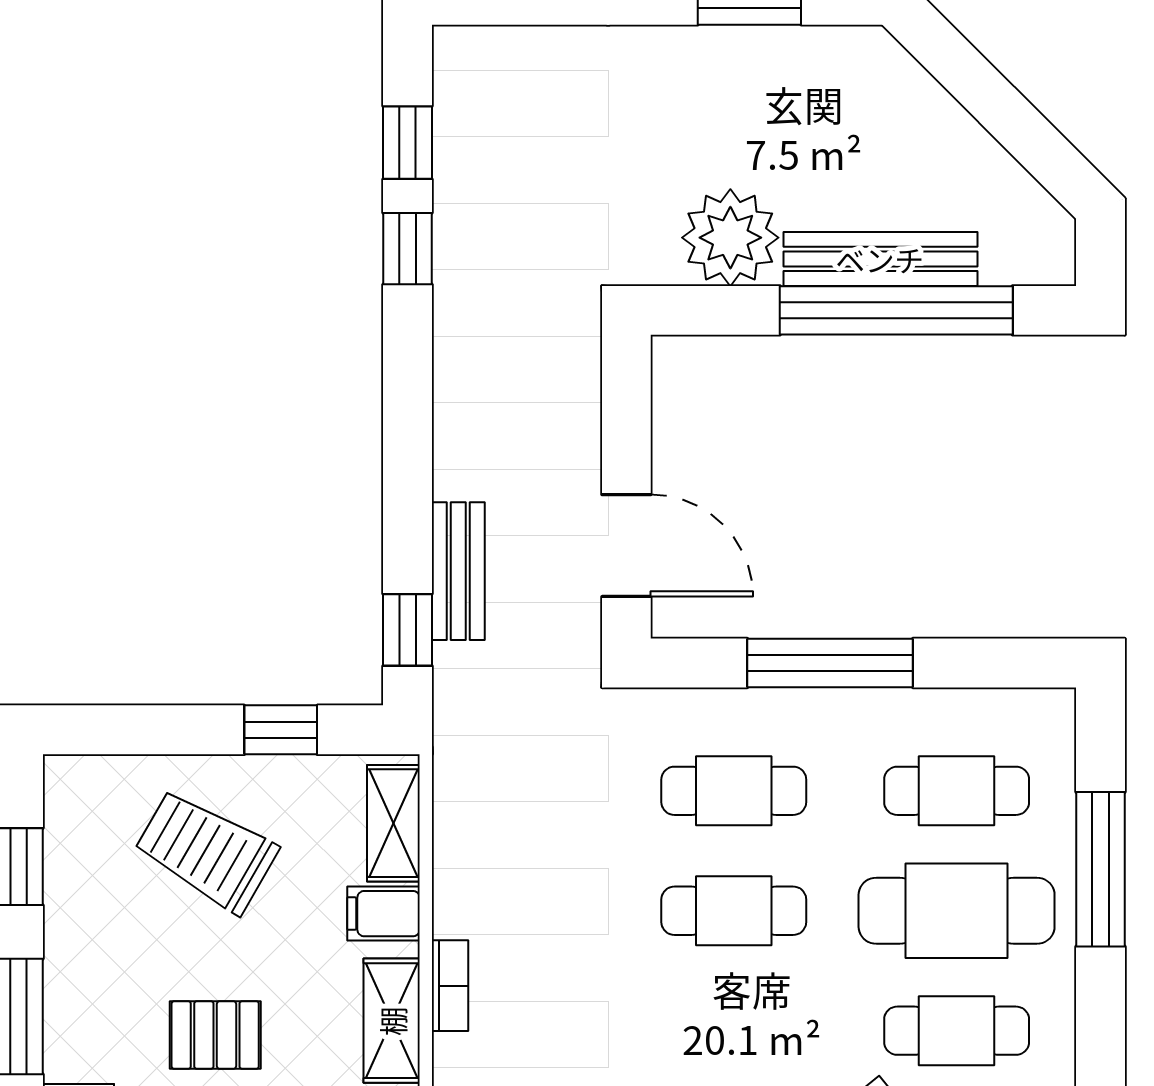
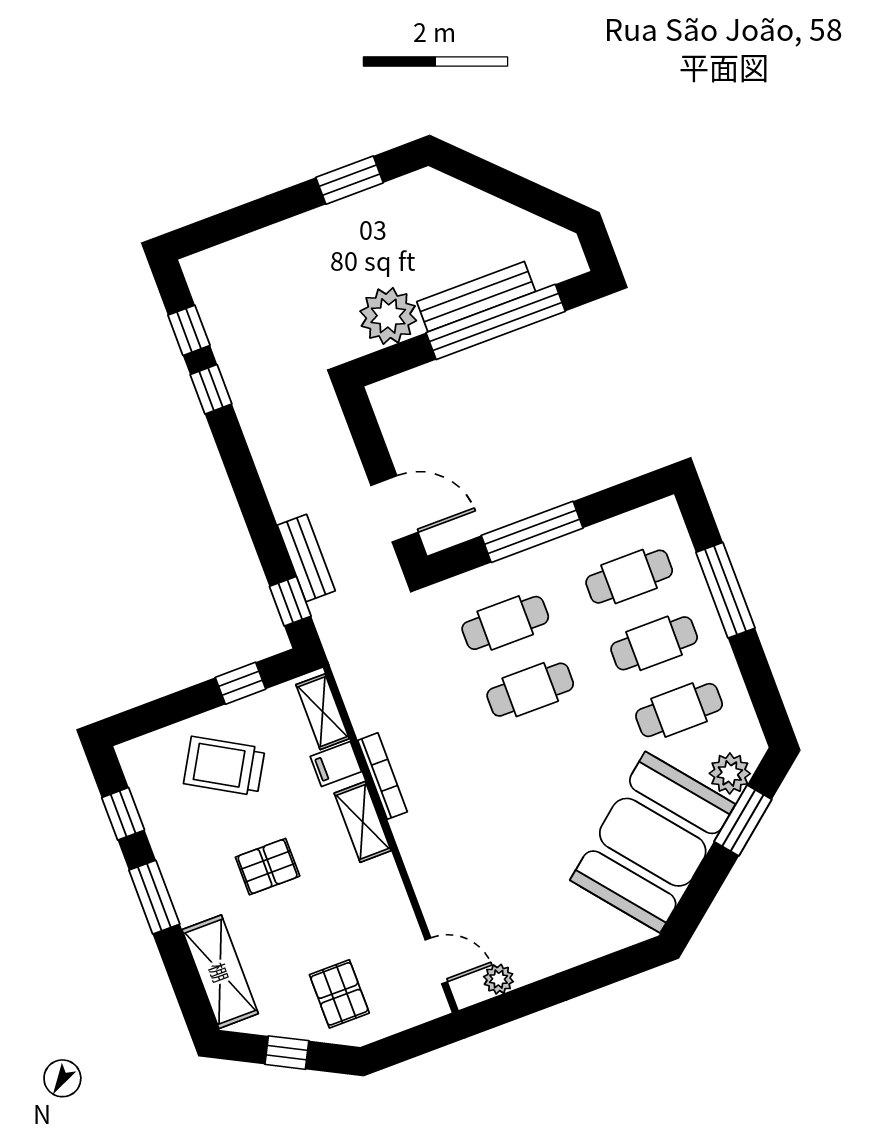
cafe table: (957, 911) -> (654, 643), width x0.73, depth x0.74
bookcase: (450, 986) -> (383, 776), width x1.56

